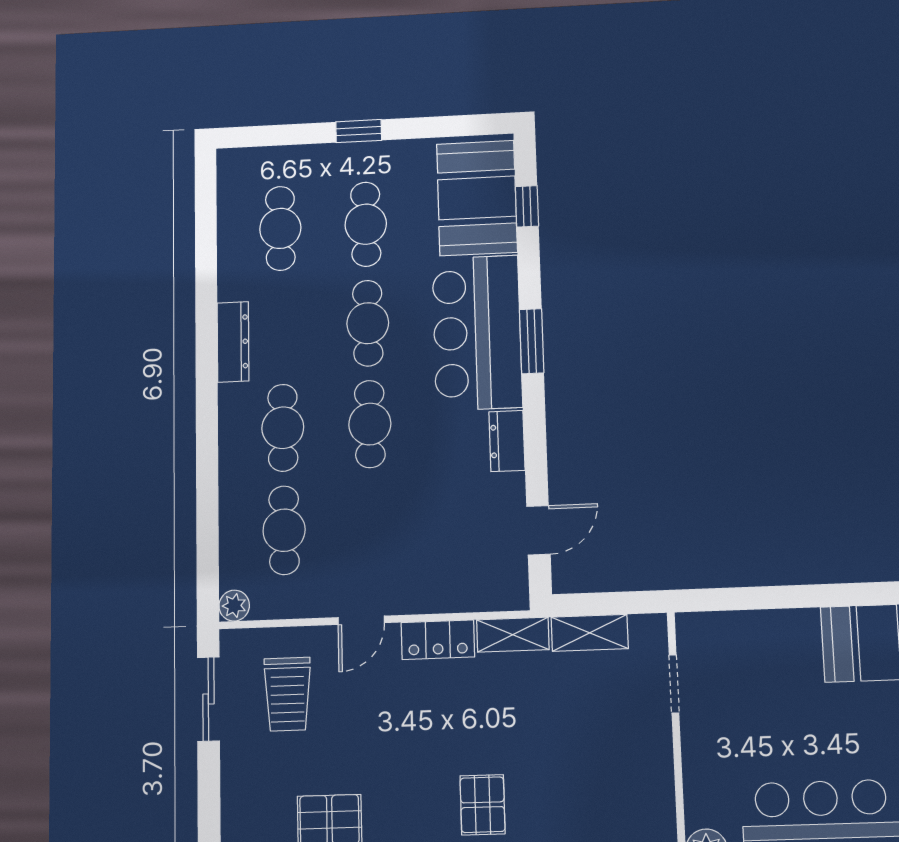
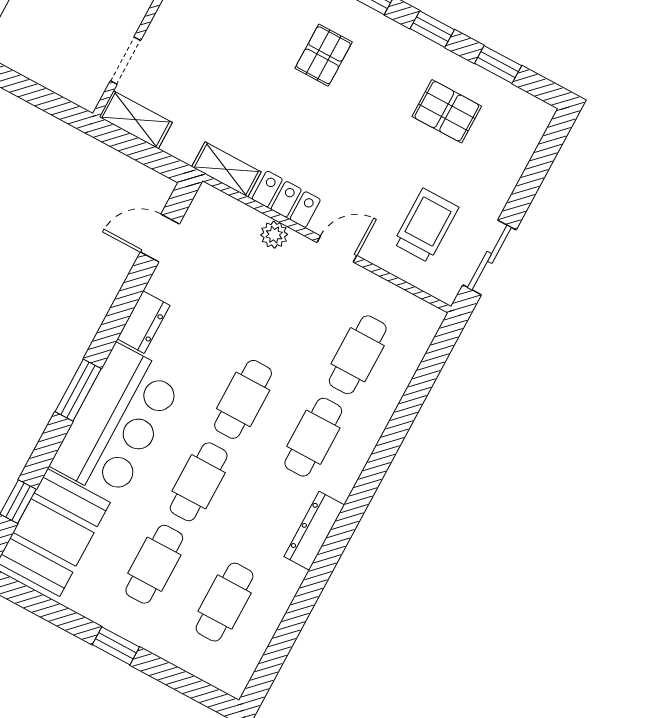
plant: (234, 606) -> (274, 235), moved
shelving: (590, 633) -> (136, 120), moved

